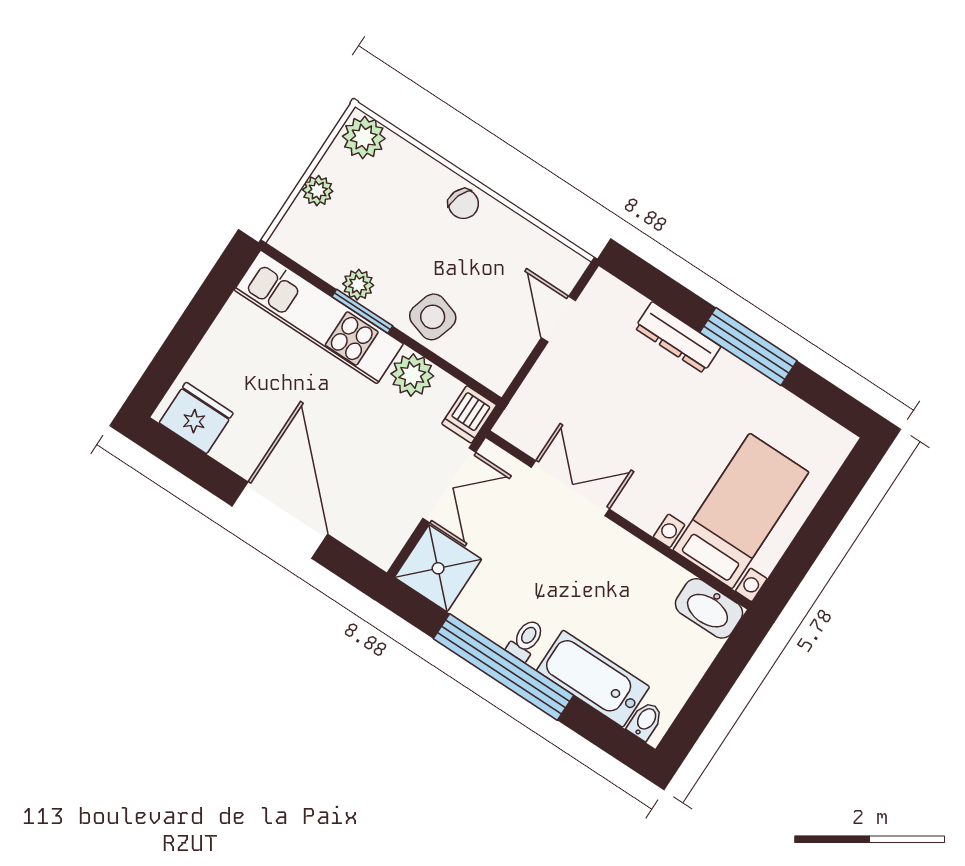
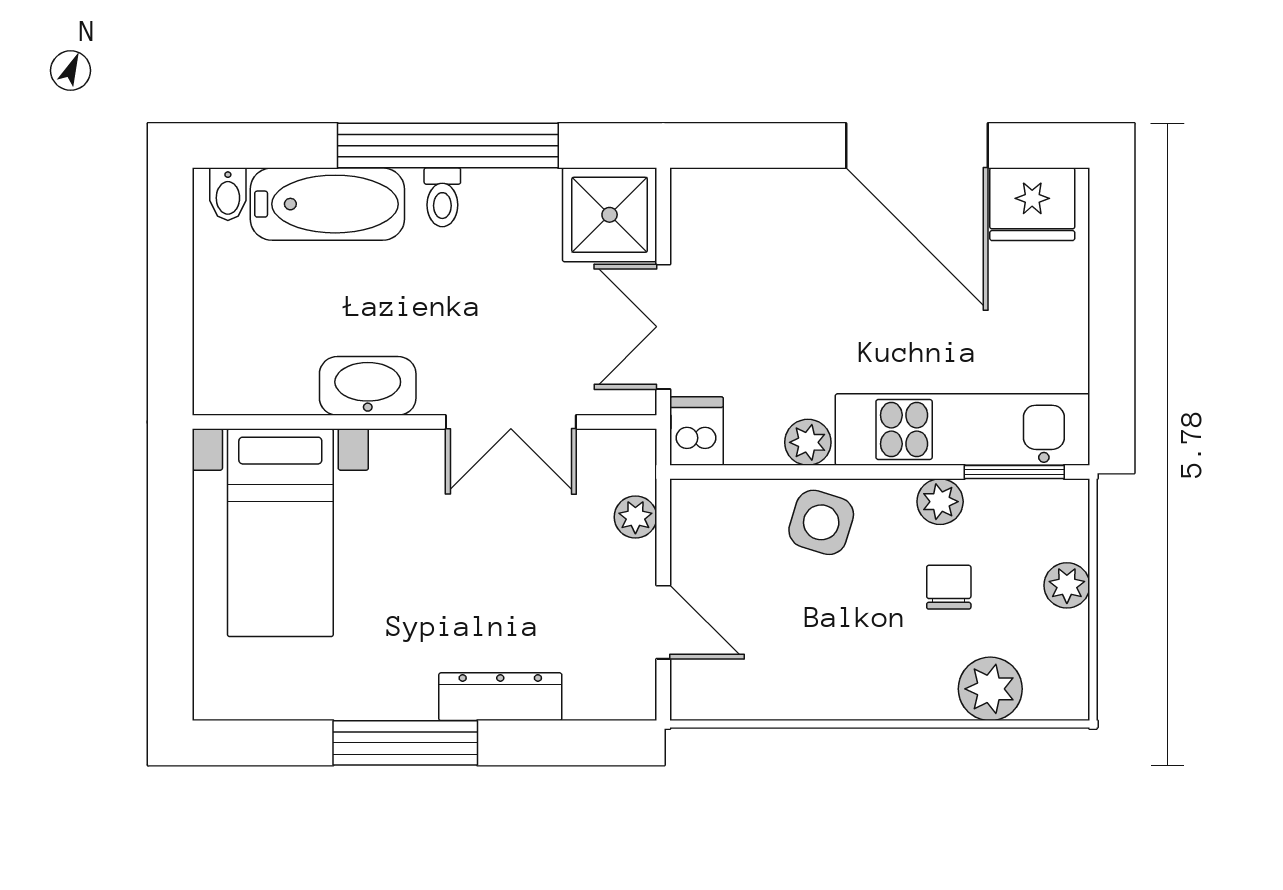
plant: (364, 137) -> (990, 689), moved
chair: (463, 204) -> (949, 587), moved, turned 69
window: (362, 311) -> (1014, 472), moved
plant: (412, 375) -> (808, 442), width x0.73, depth x0.73
plant: (535, 389) -> (635, 517), added
door: (280, 520) -> (917, 146), moved
washbasin: (709, 608) -> (368, 386), moved

